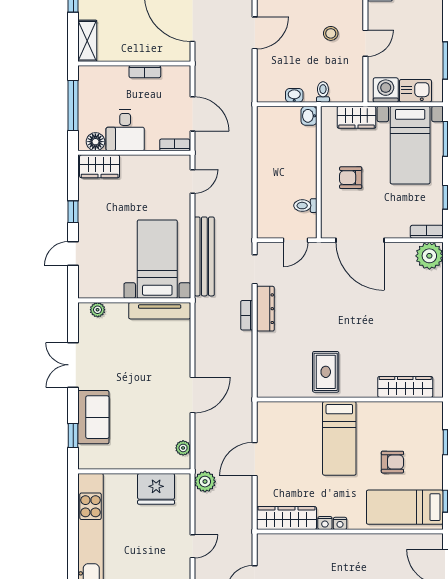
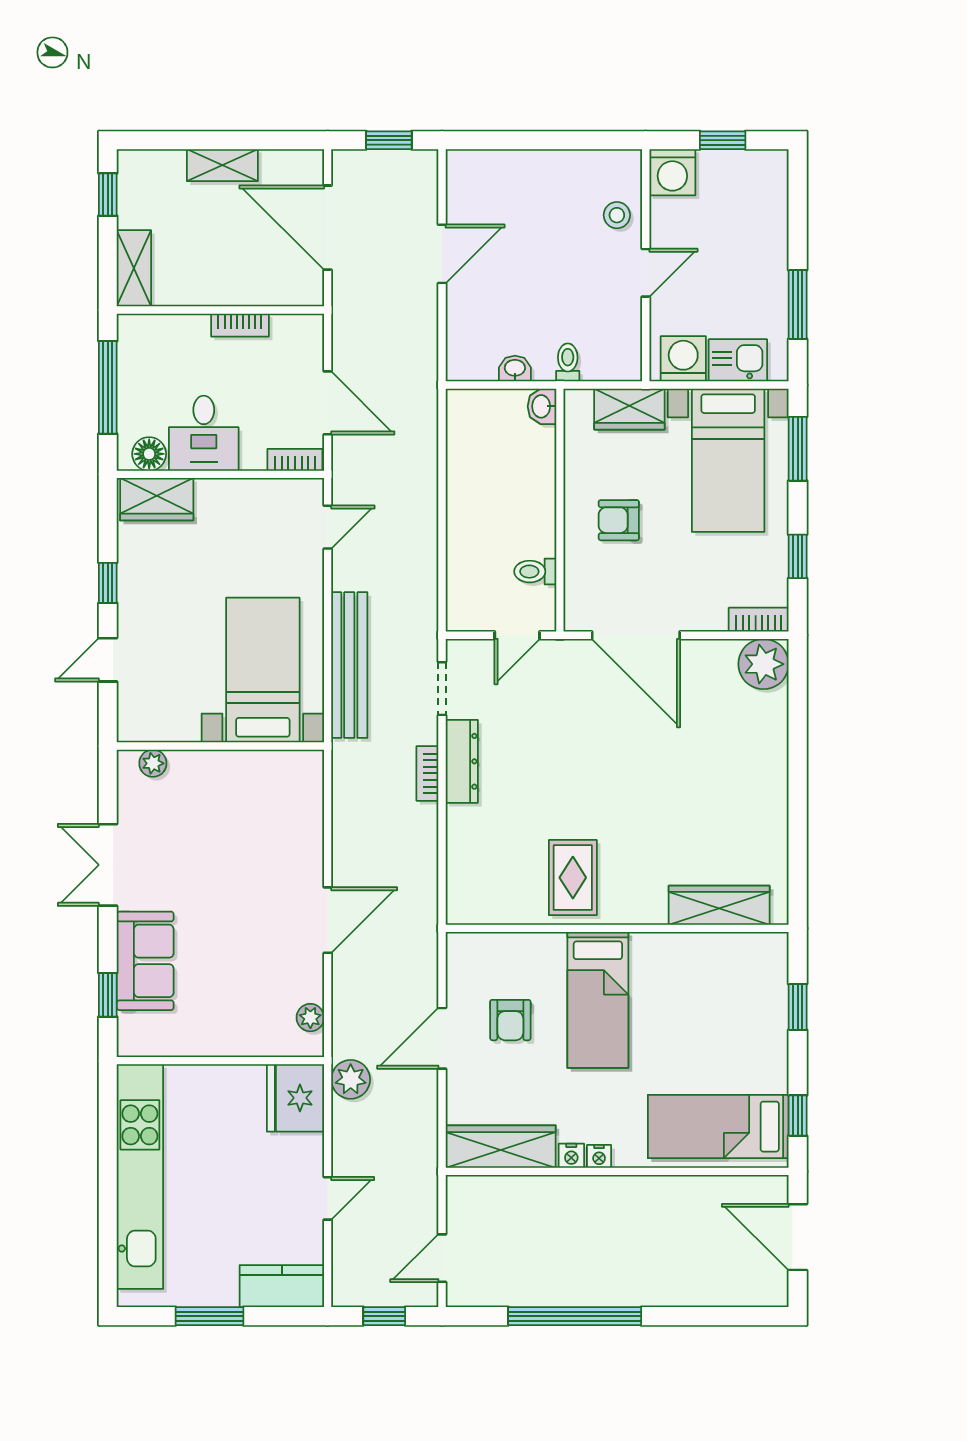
stool: (331, 33) -> (617, 215), moved
tv unit: (160, 311) -> (267, 765), removed
armchair: (392, 462) -> (510, 1020), moved, turned 90
fridge: (156, 489) -> (295, 1098), moved, turned 90

